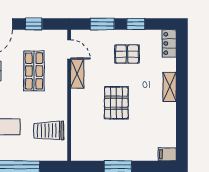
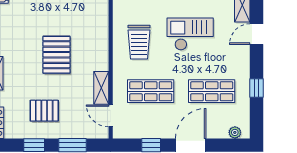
shop shelf: (34, 71) -> (151, 91), turned 90
trolley: (49, 131) -> (139, 42), moved, turned 90

